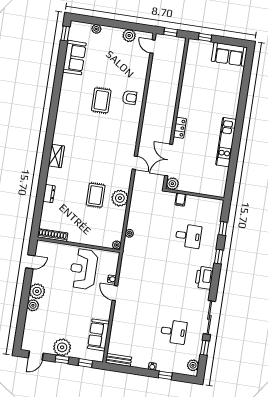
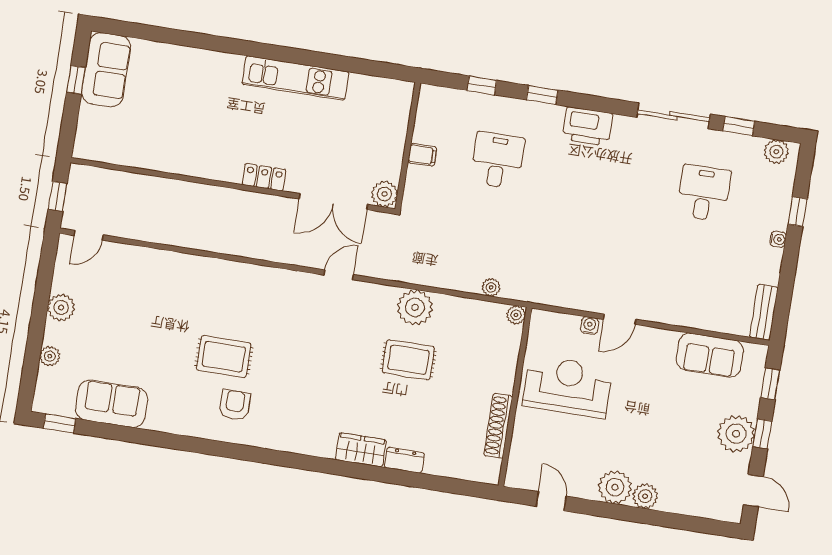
plant: (129, 36) -> (61, 307), moved
window: (205, 37) -> (76, 80), moved
armchair: (130, 98) -> (235, 405), moved
rug: (101, 100) -> (224, 357), moved
wardrobe: (56, 156) -> (361, 450), moved
filing cabinet: (181, 200) -> (422, 155), moved
shoe rack: (53, 235) -> (498, 426), moved
reception desk: (84, 269) -> (568, 387), turned 180

